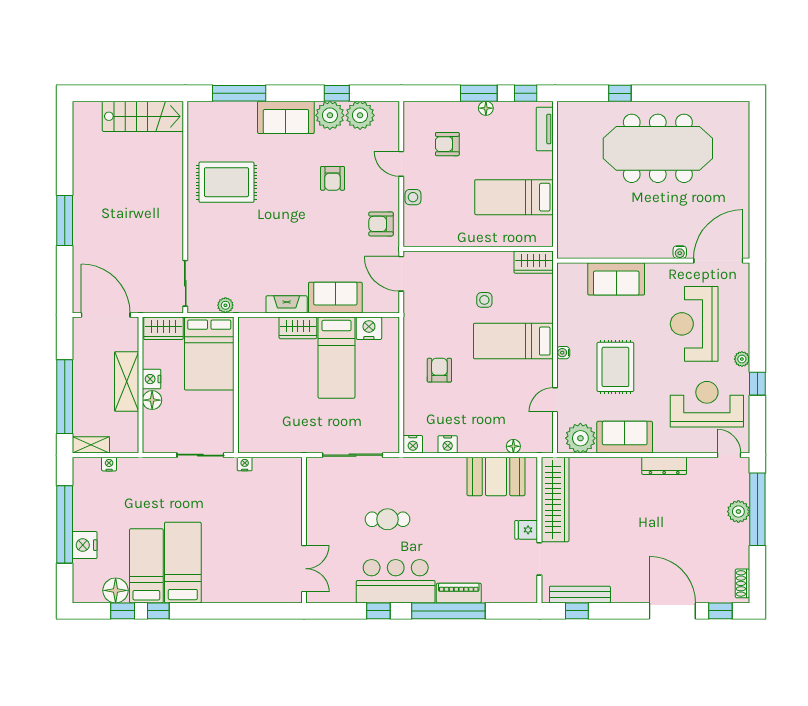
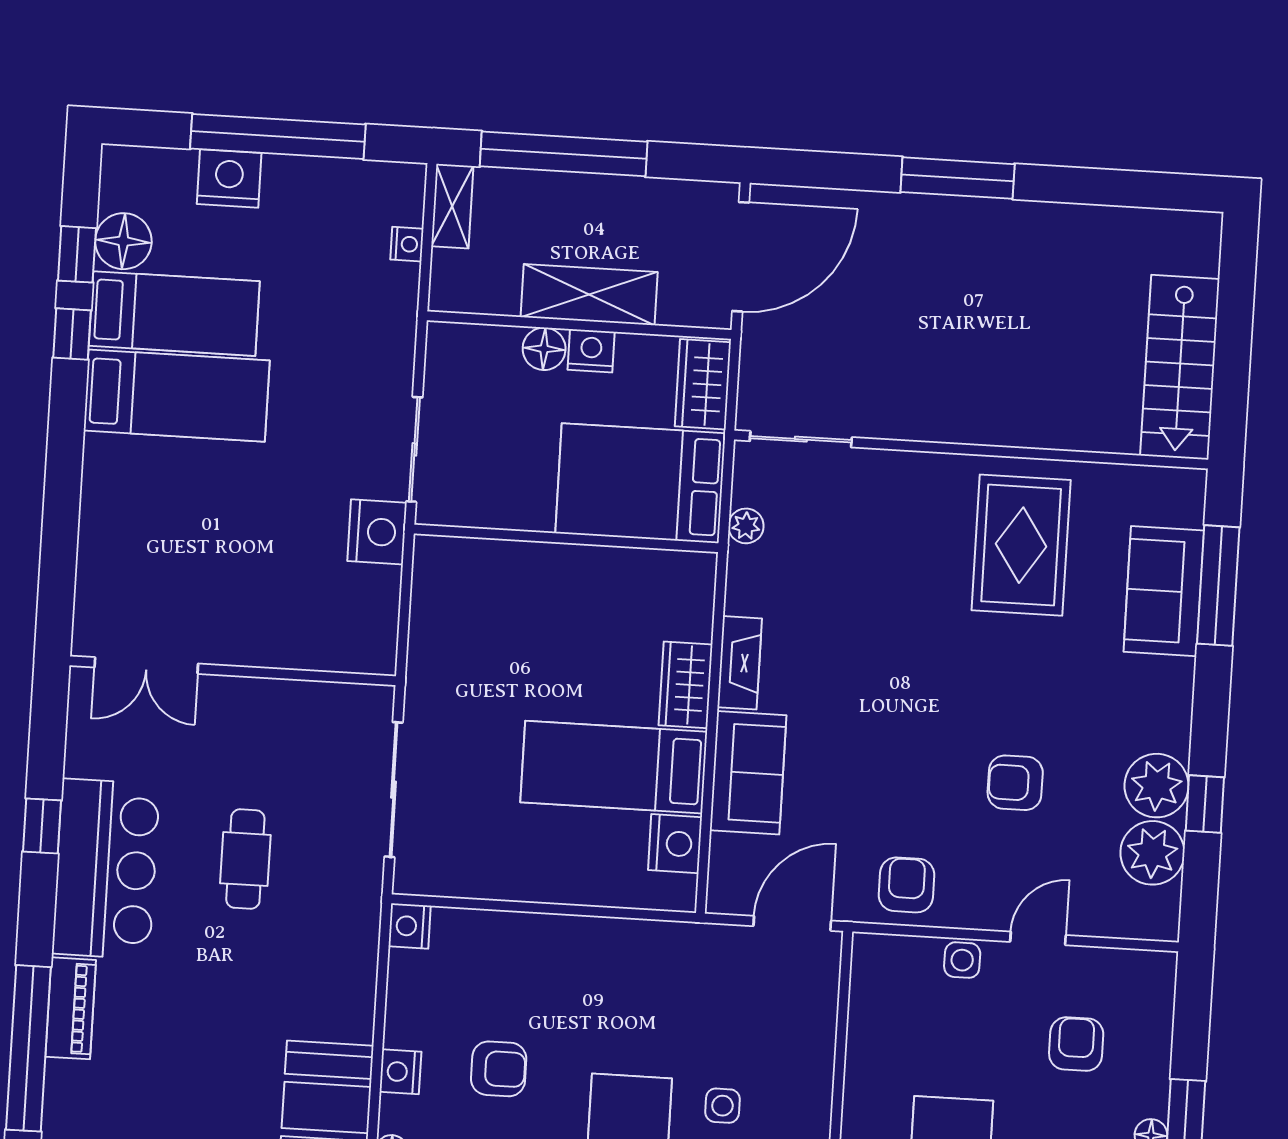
sofa: (286, 117) -> (1164, 591), moved
armchair: (439, 370) -> (499, 1069), moved
nightstand: (448, 444) -> (400, 1072), moved
nightstand: (245, 464) -> (377, 532), width x1.89, depth x1.79
window: (448, 611) -> (28, 1048), moved

